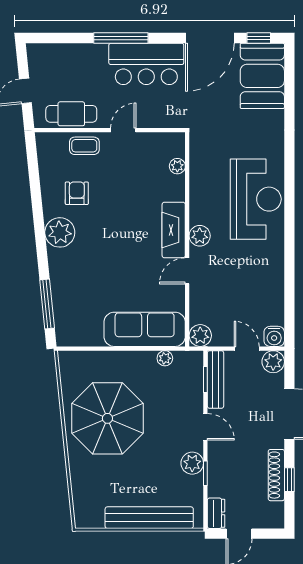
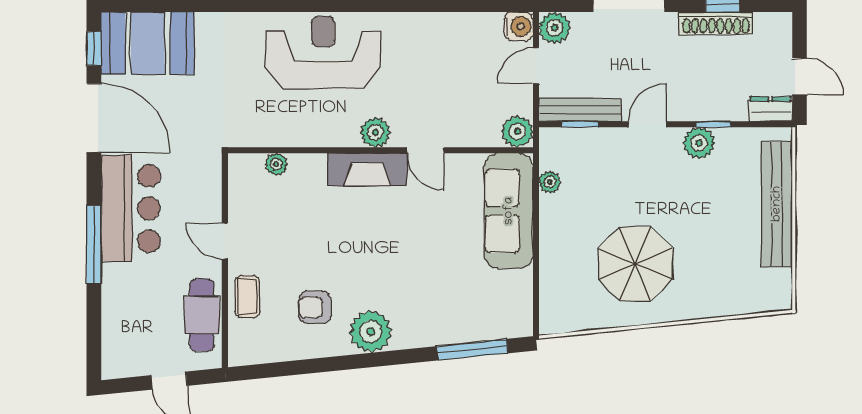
parasol: (107, 418) -> (635, 264), width x0.73, depth x0.73

